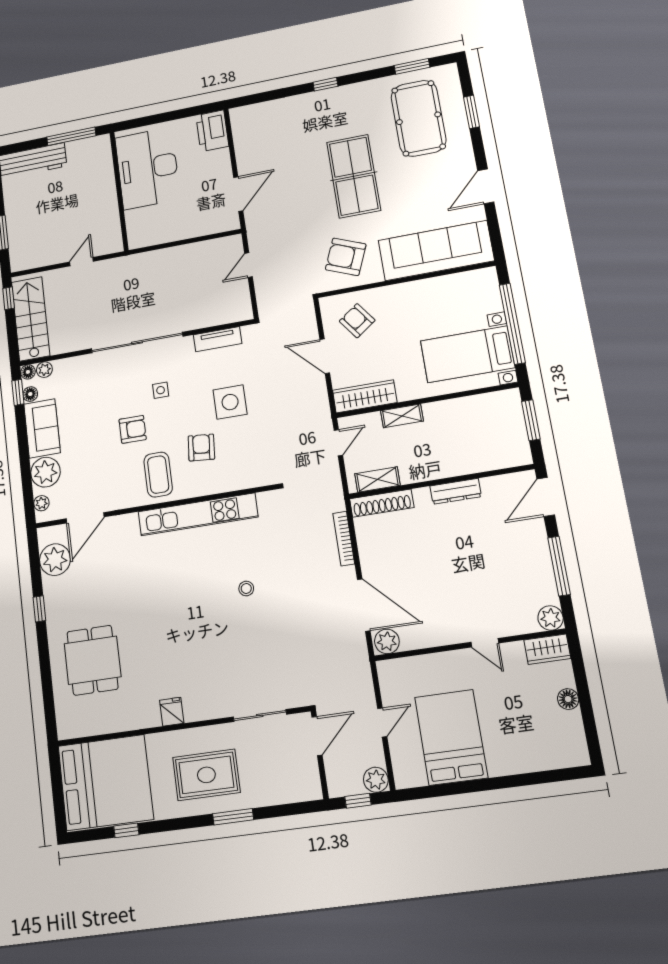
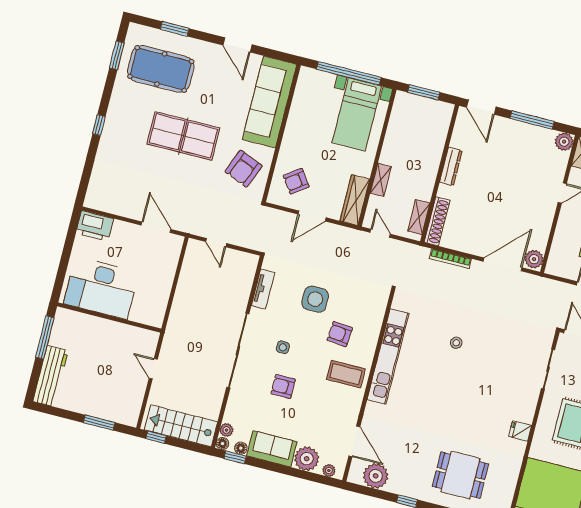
armchair: (133, 429) -> (283, 386), moved, turned -90

